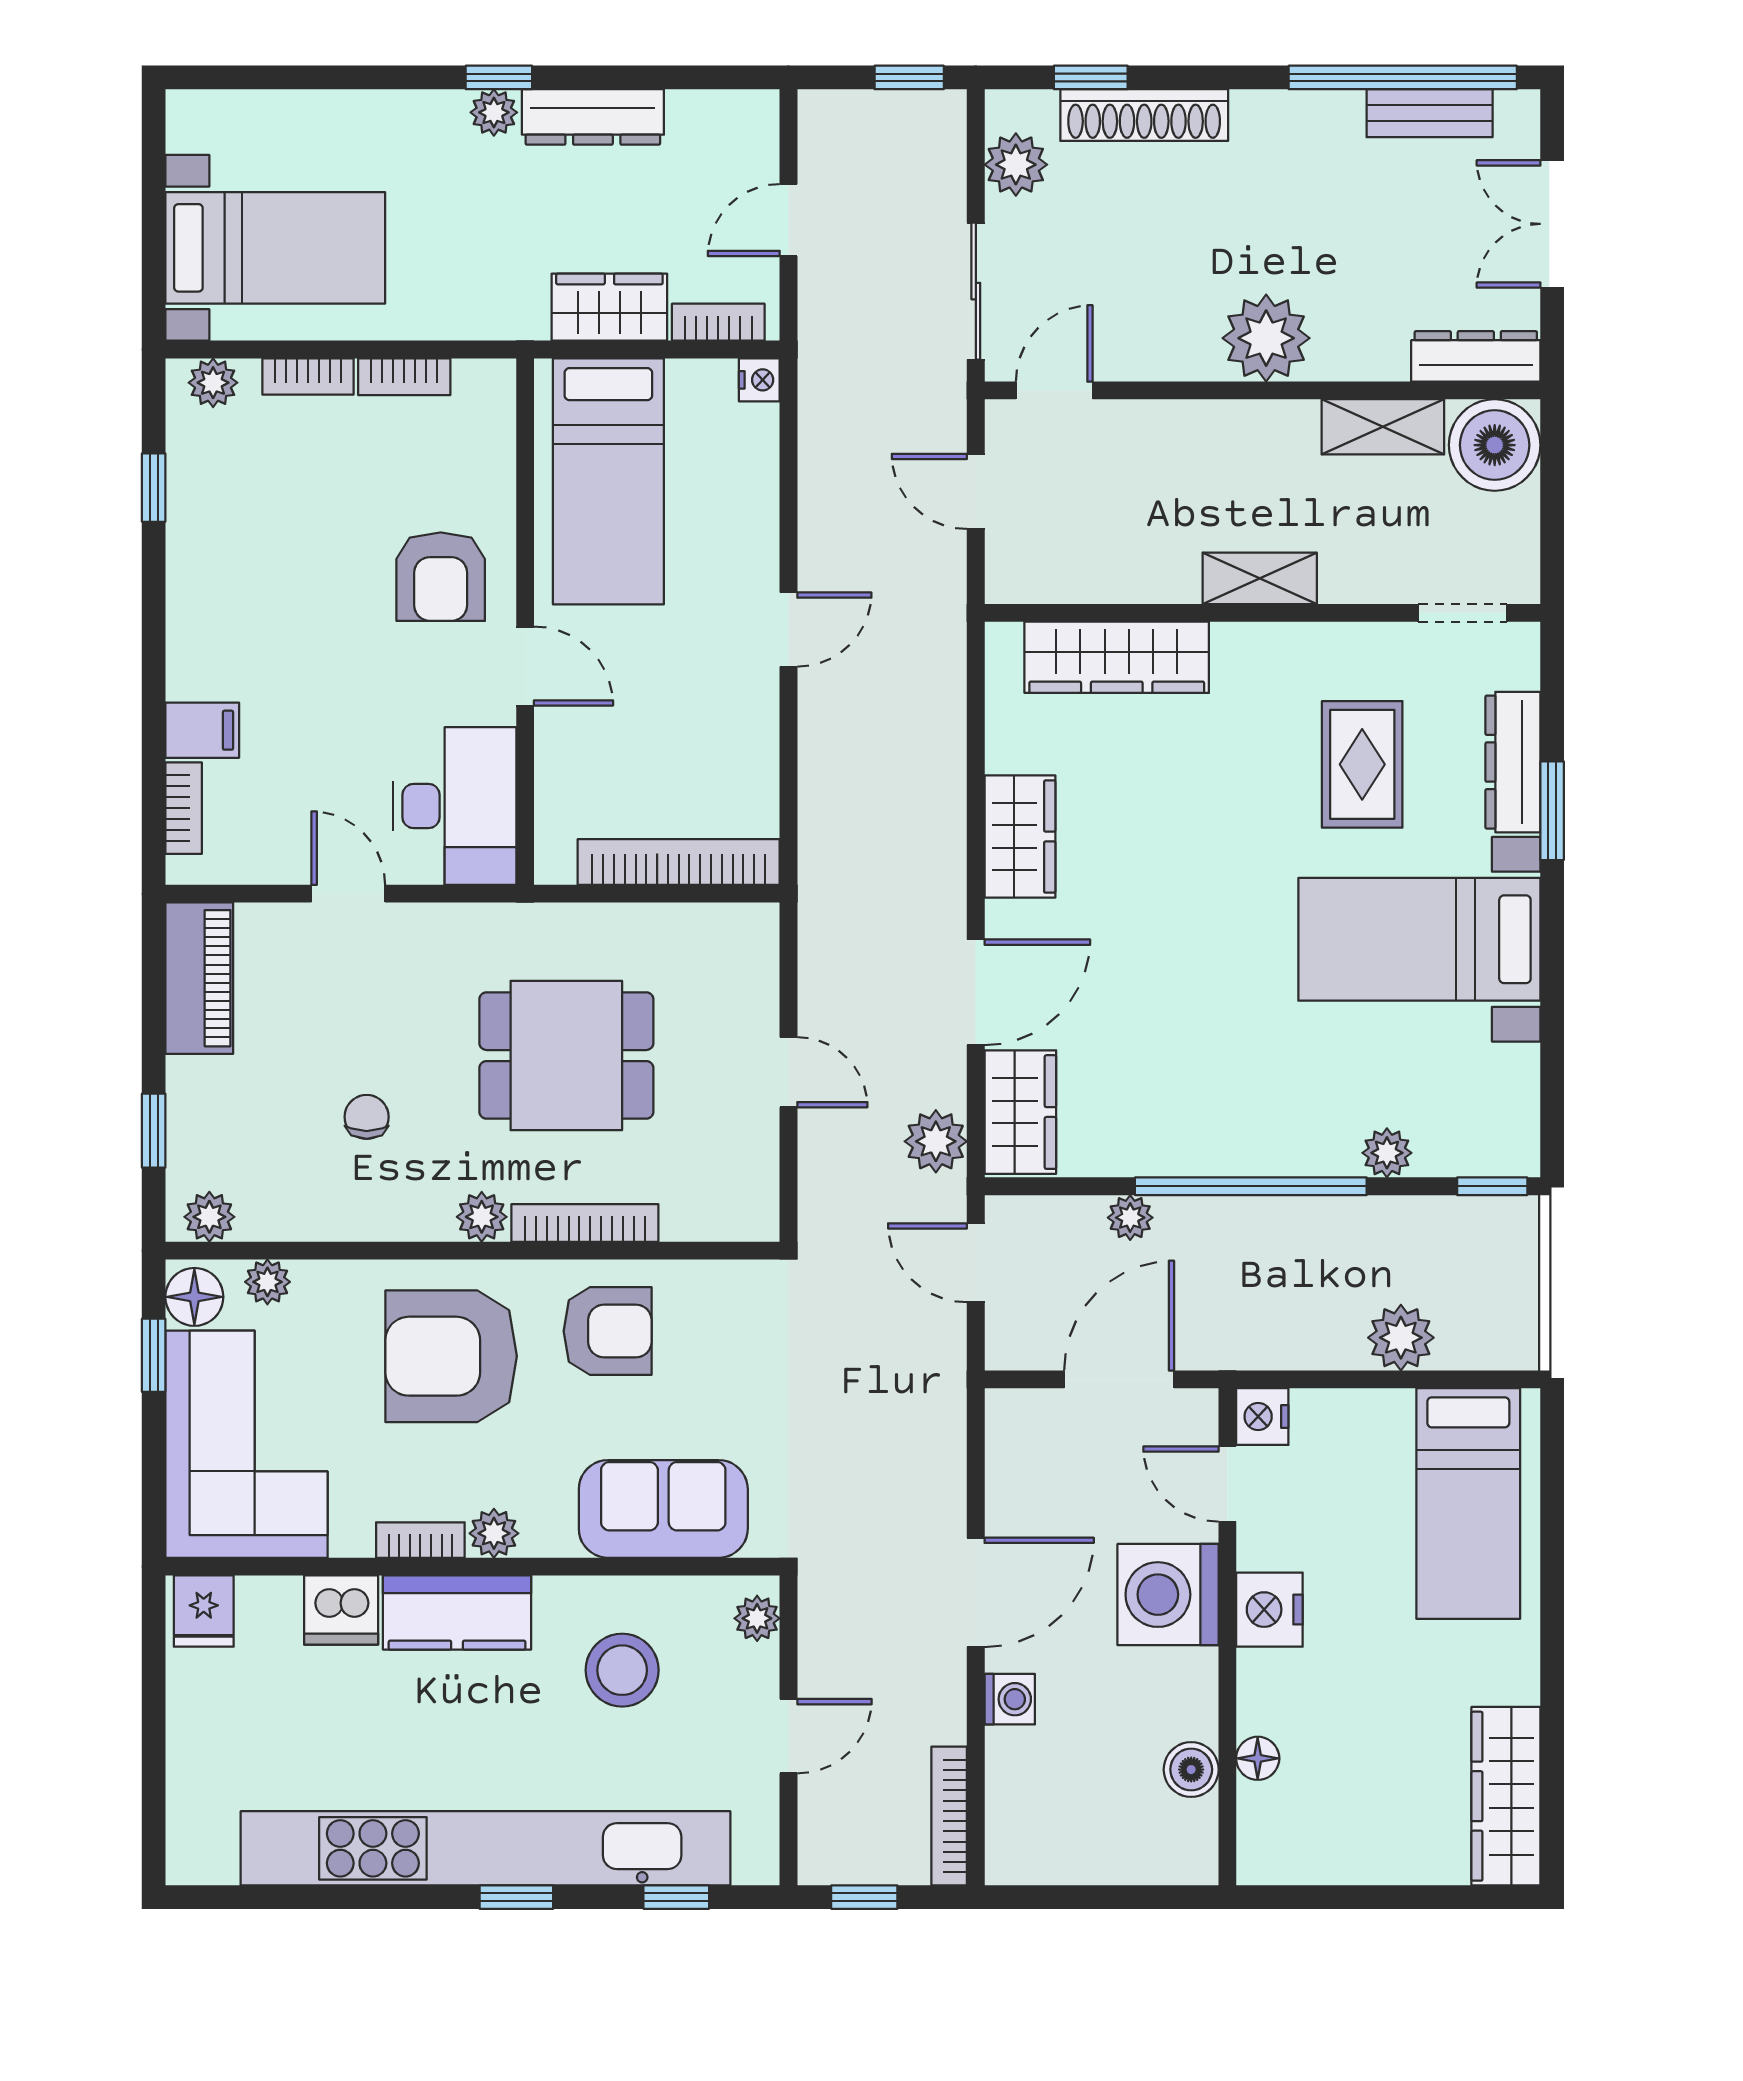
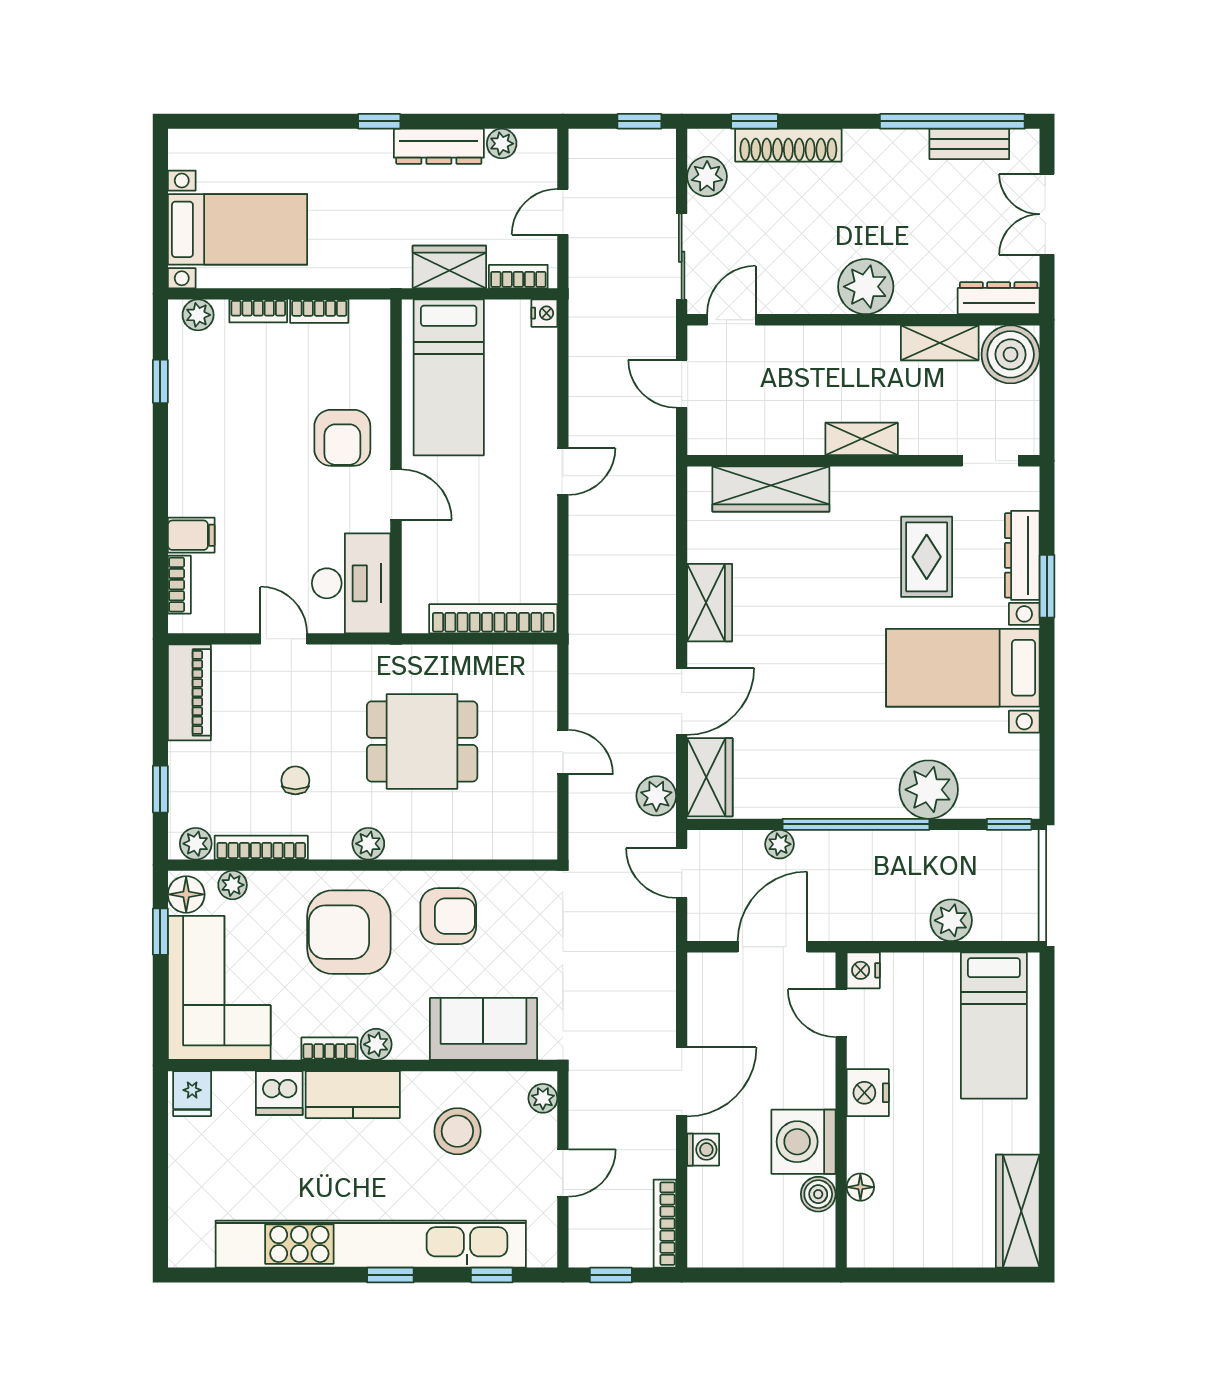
plant: (494, 112) -> (502, 144), moved
plant: (1387, 1153) -> (929, 790), width x1.87, depth x1.87
bookcase: (585, 1223) -> (261, 848), moved
washing machine: (1168, 1595) -> (803, 1142), moved

